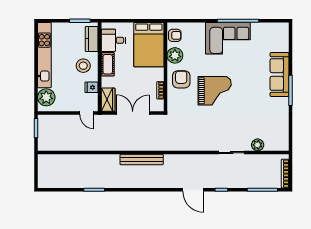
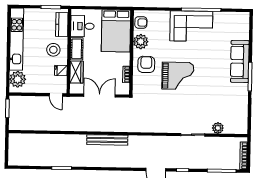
wardrobe: (108, 100) -> (77, 72), moved

